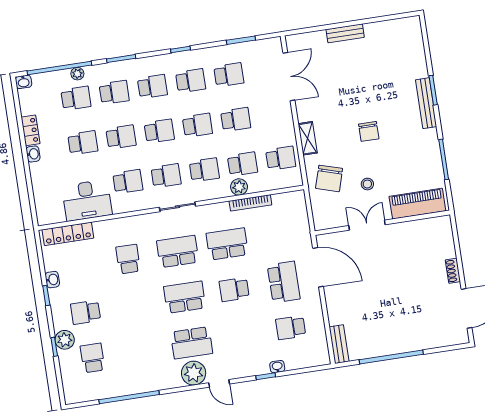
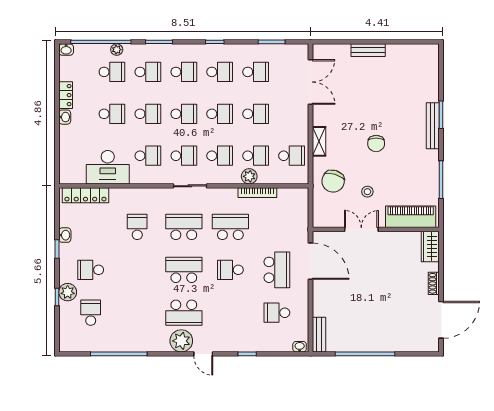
wardrobe: (443, 232) -> (430, 246), added
washbasin: (277, 367) -> (300, 347), moved

